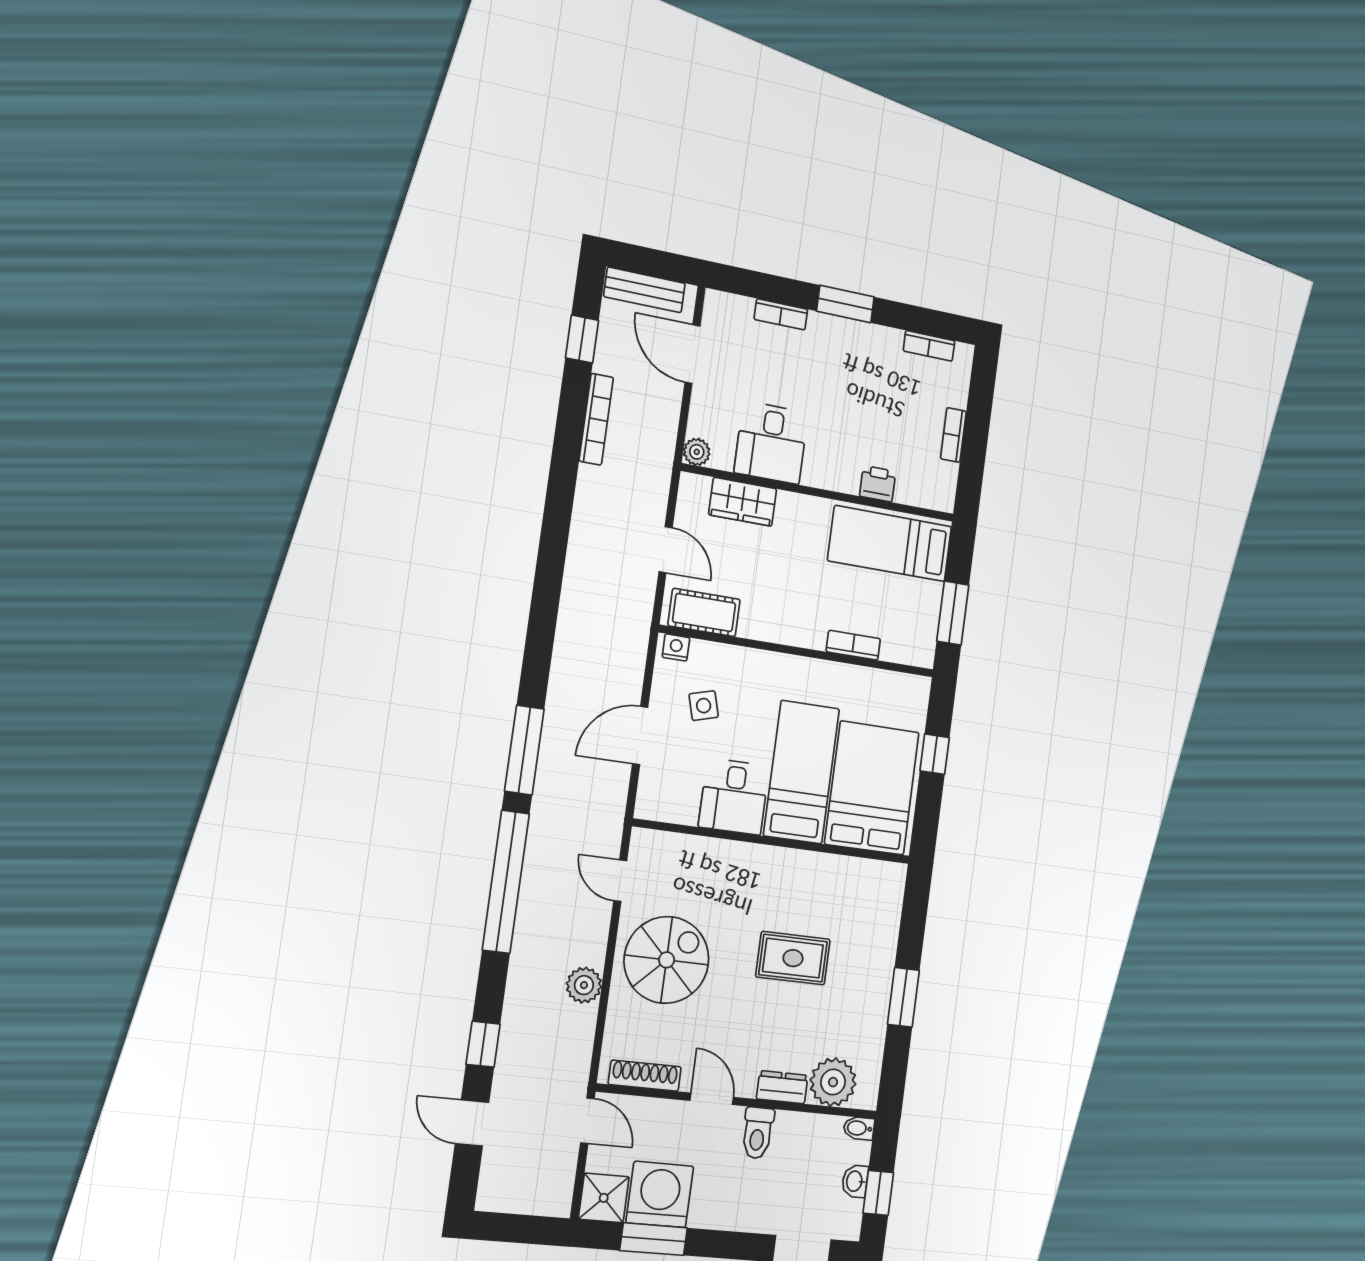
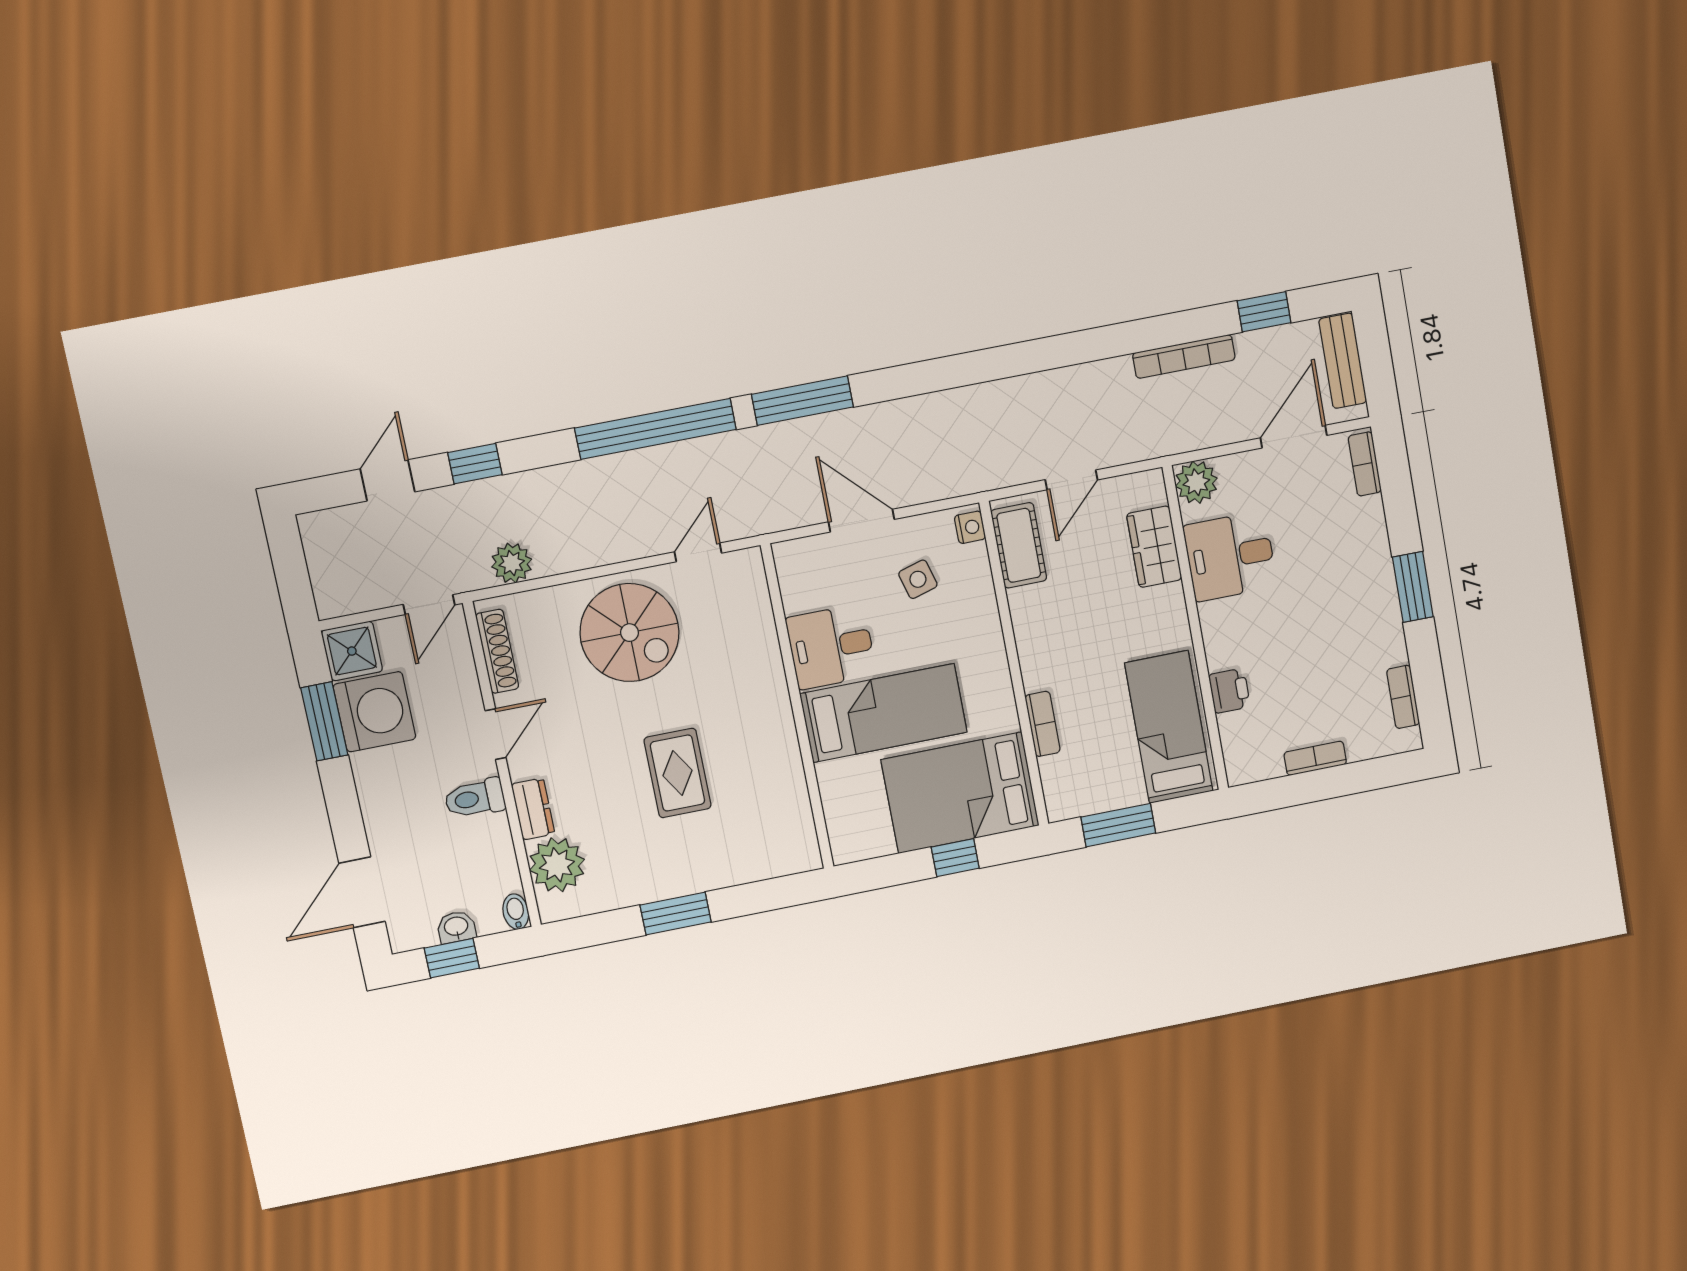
bookcase: (781, 314) -> (1365, 464), moved
plant: (697, 452) -> (1196, 482), width x1.38, depth x1.38
bed: (872, 788) -> (960, 793), moved, turned 180
plant: (584, 985) -> (512, 563), moved

